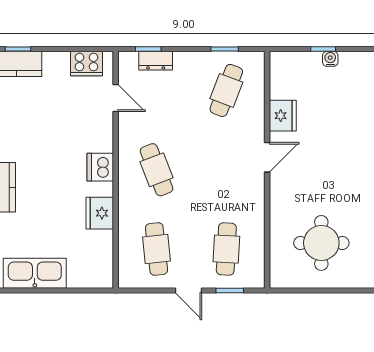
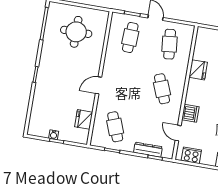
dresser: (156, 61) -> (148, 150), width x1.44
cafe table: (226, 90) -> (115, 127), turned -42
fridge: (283, 116) -> (84, 119), moved
dishwasher: (100, 167) -> (190, 113), moved

